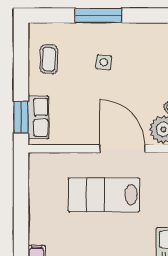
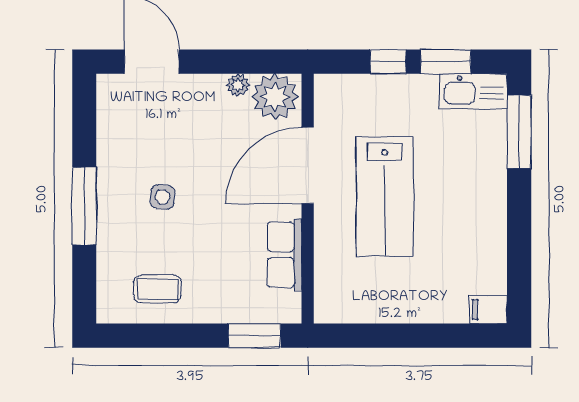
row of seats: (38, 117) -> (285, 255), moved, turned -90

